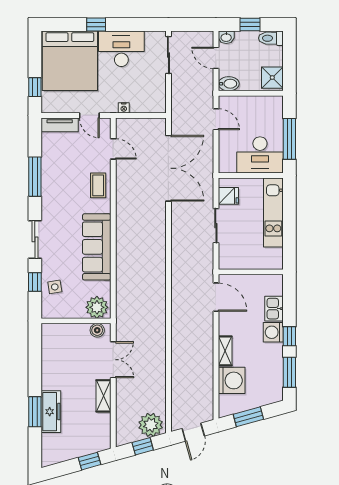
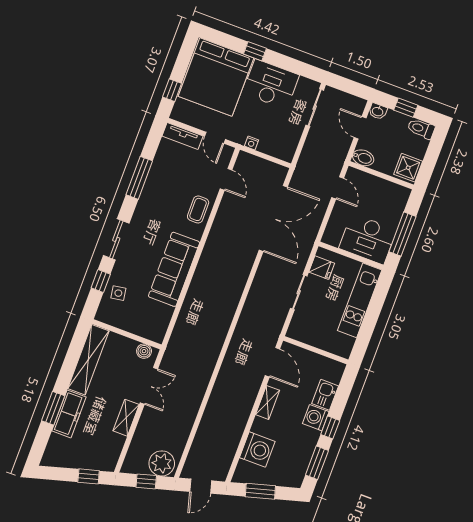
plant: (97, 307) -> (152, 329), removed
shelving: (225, 351) -> (268, 402), moved
shelving: (50, 357) -> (88, 360), added

